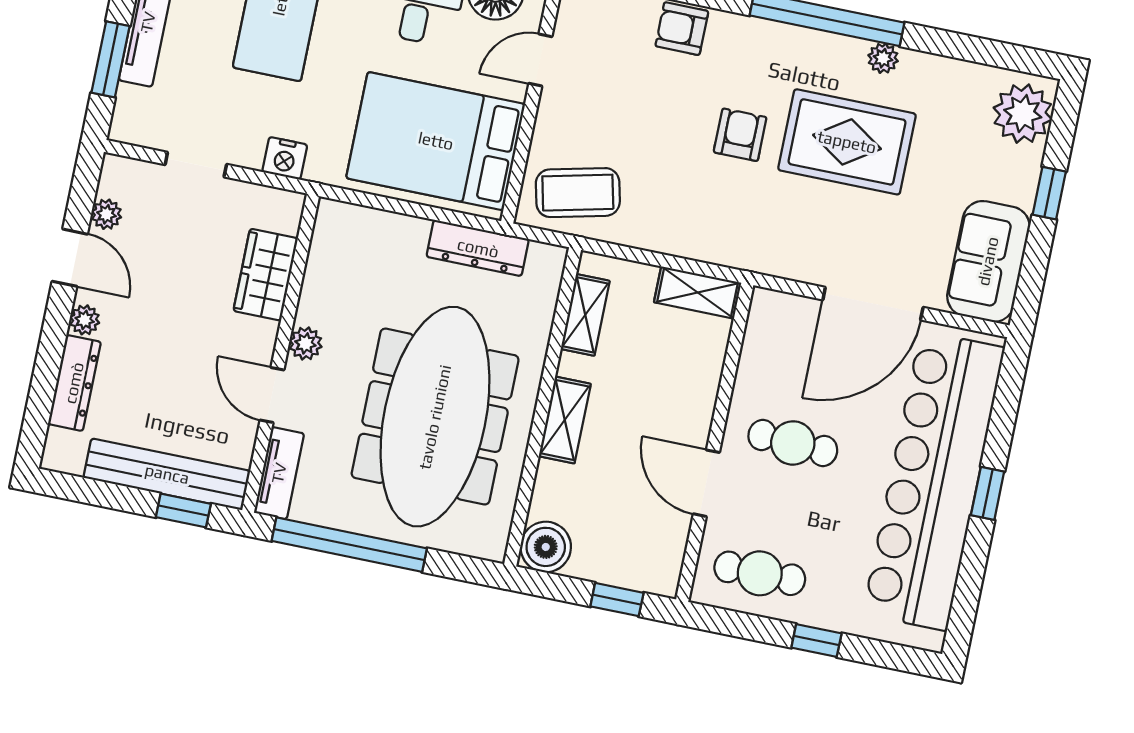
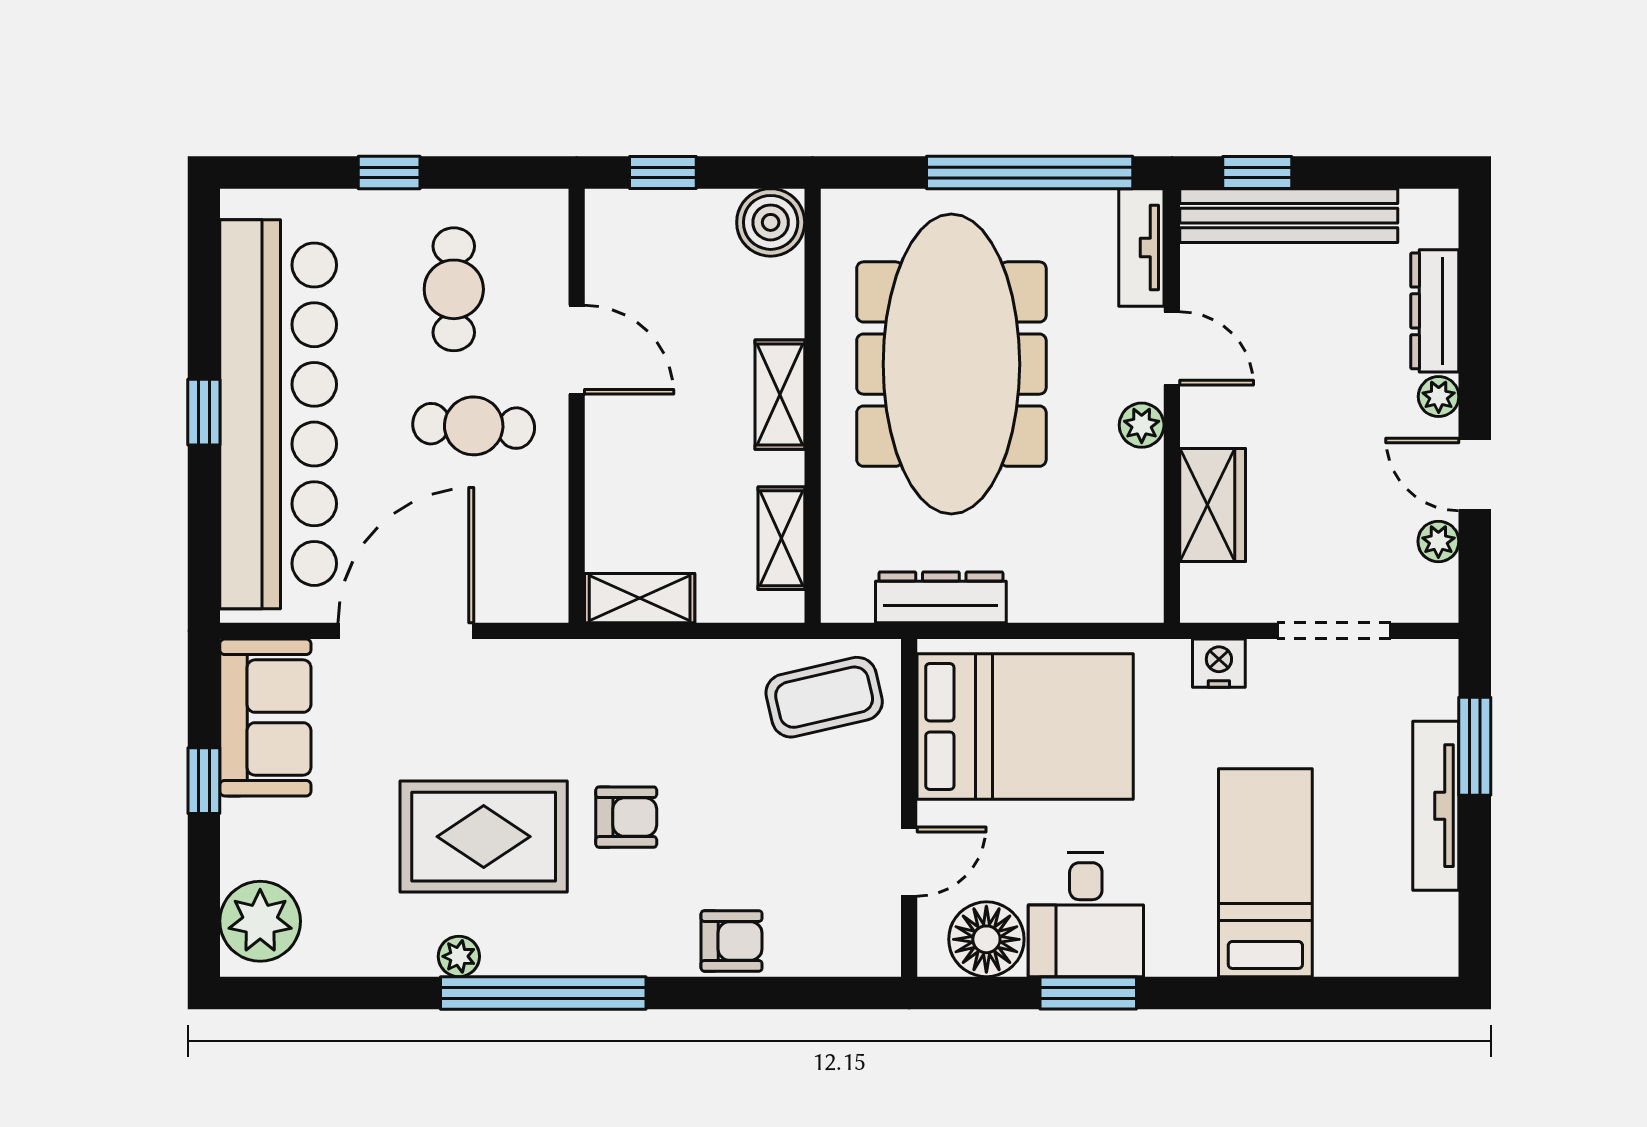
armchair: (740, 135) -> (626, 817), turned -90
doorway: (196, 165) -> (1334, 631), width x1.38
window: (1049, 193) -> (204, 781), moved
cafe table: (760, 573) -> (454, 289), moved, turned 90

